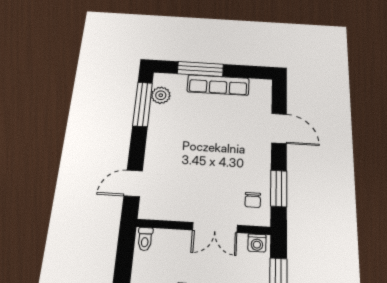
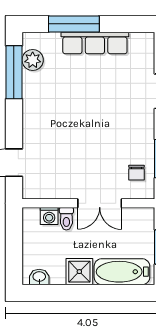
toilet: (145, 239) -> (66, 219), moved
washing machine: (257, 243) -> (49, 216), moved

